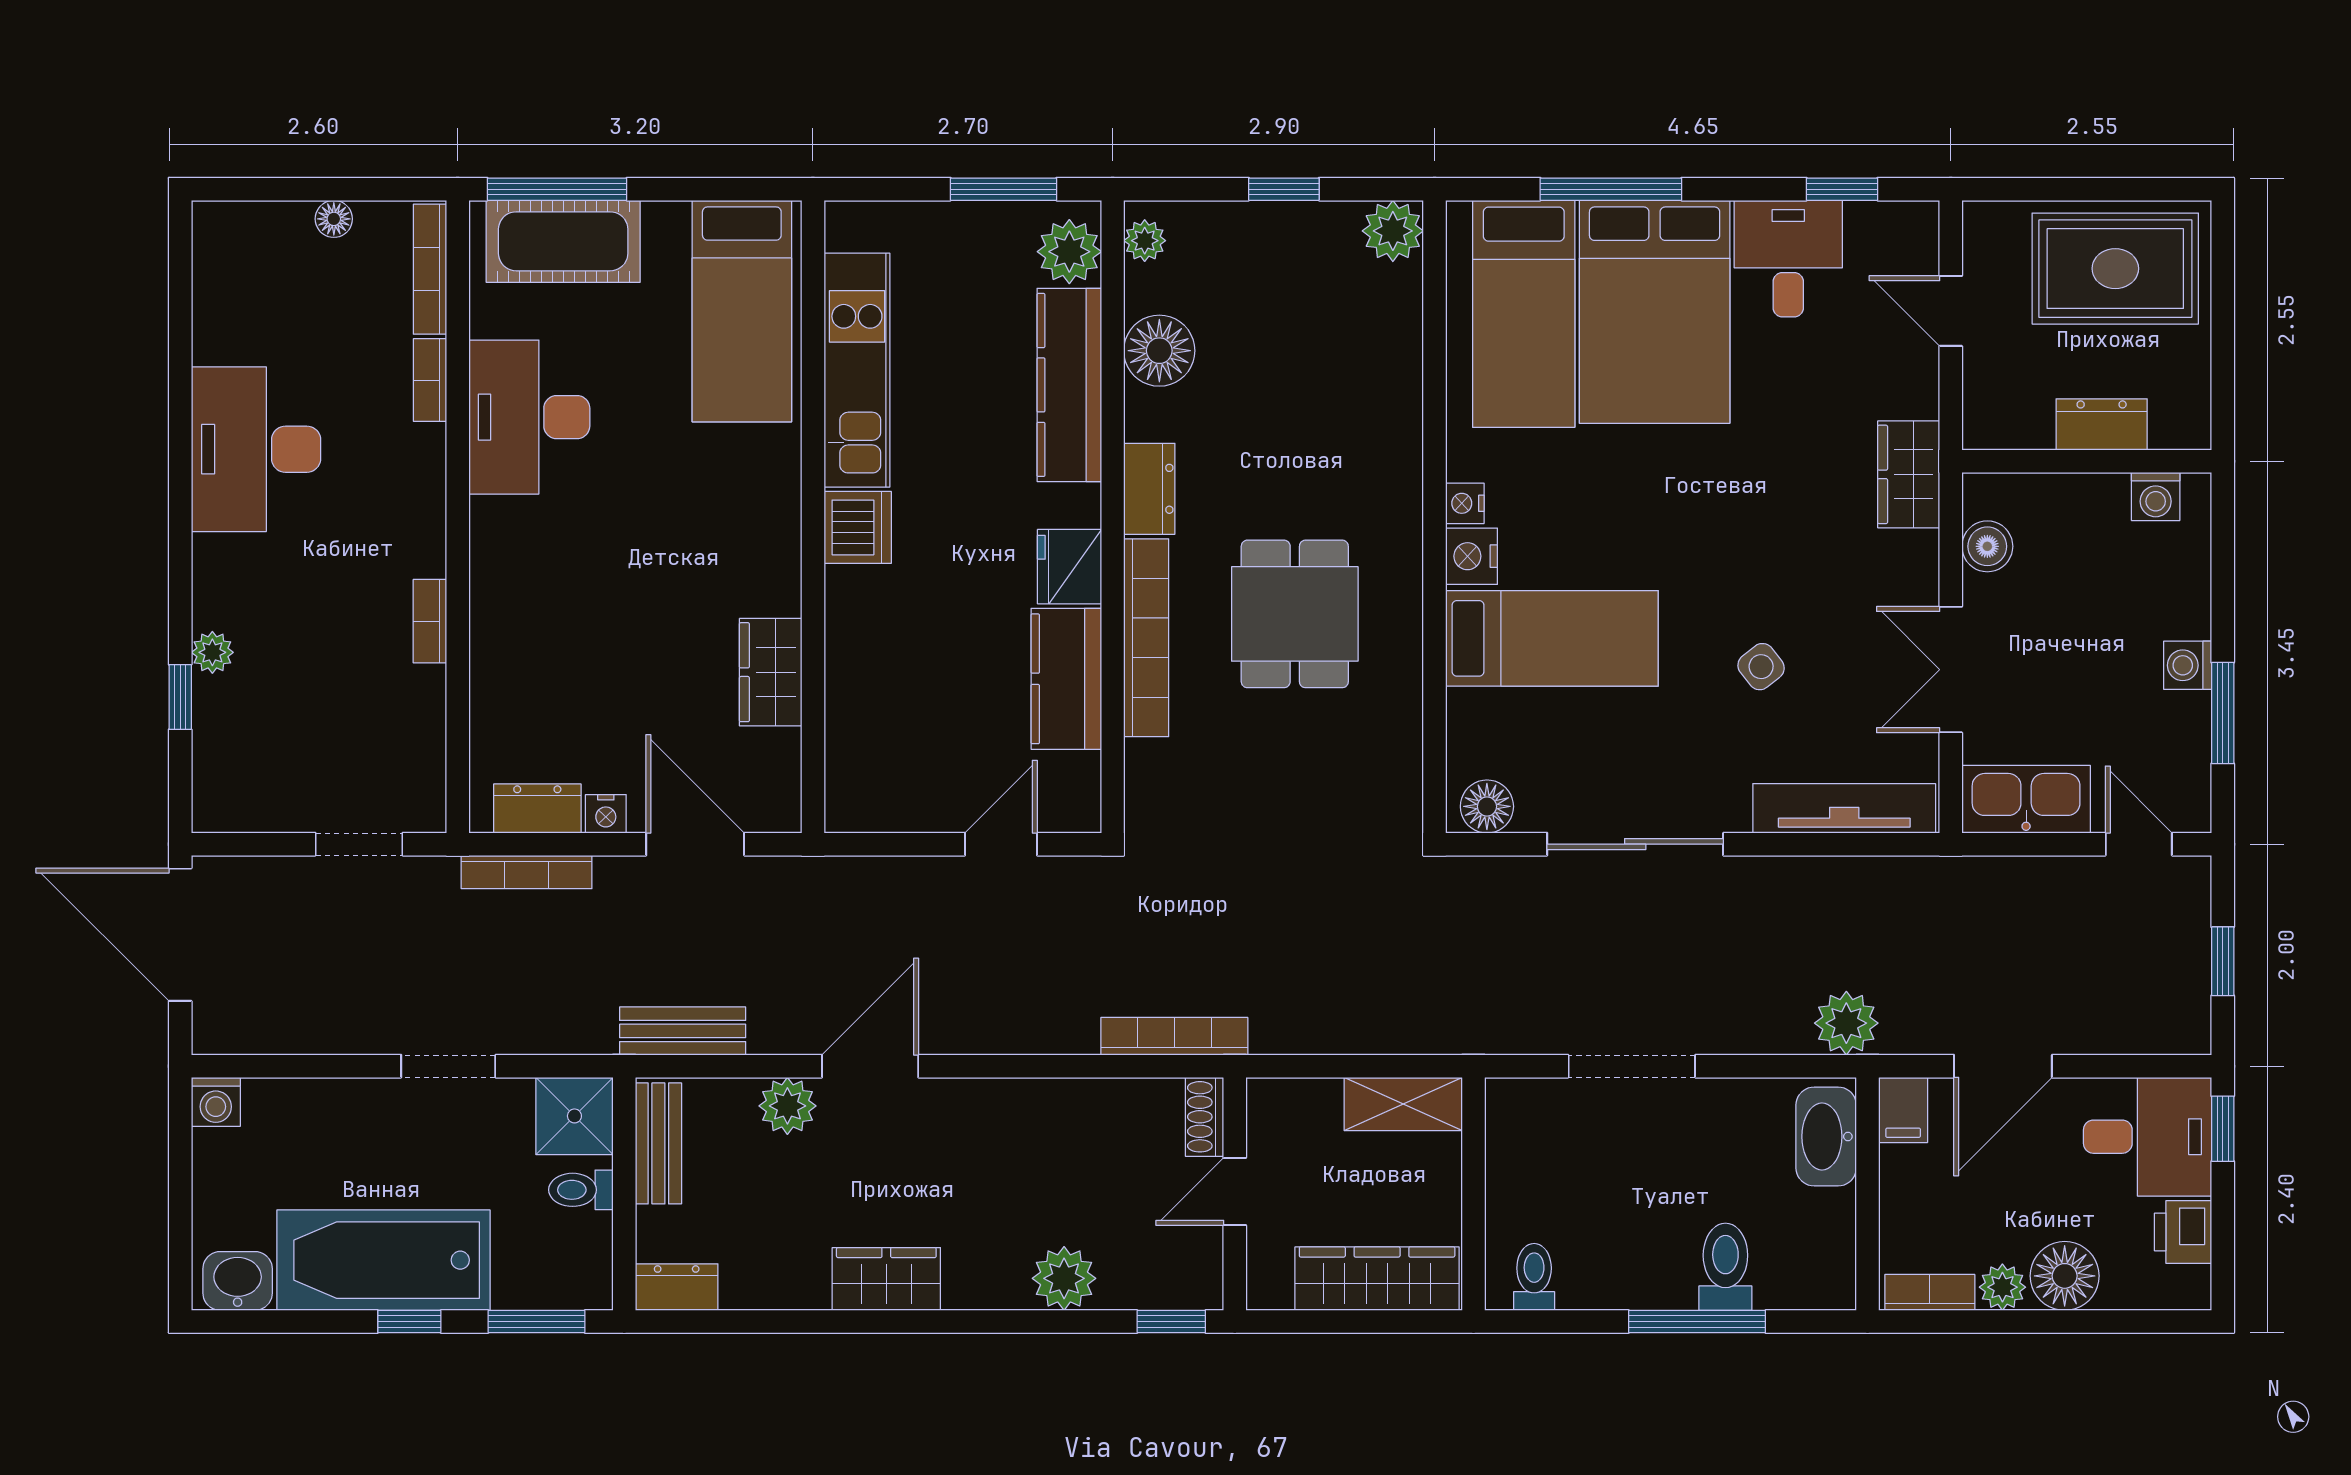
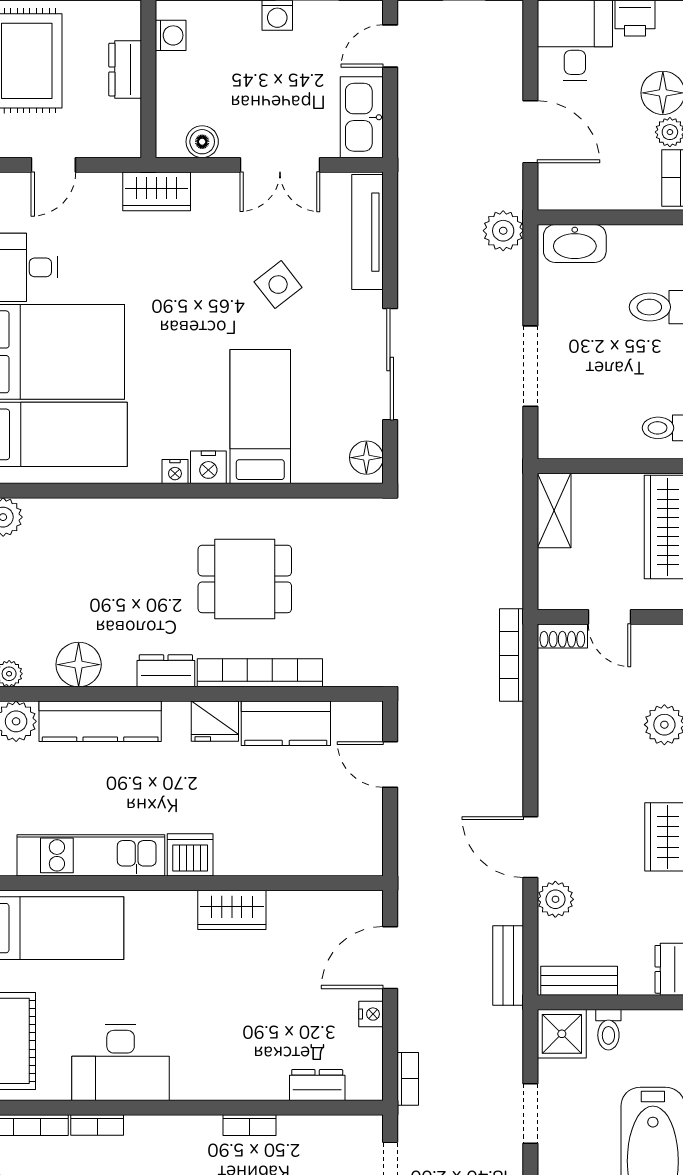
side table: (1761, 667) -> (278, 285), width x1.37, depth x1.37
wardrobe: (771, 672) -> (232, 910), moved
dresser: (537, 808) -> (317, 1085), moved, turned 90
bookcase: (527, 872) -> (408, 1079), width x0.64
filing cabinet: (1903, 1110) -> (558, 195), removed

